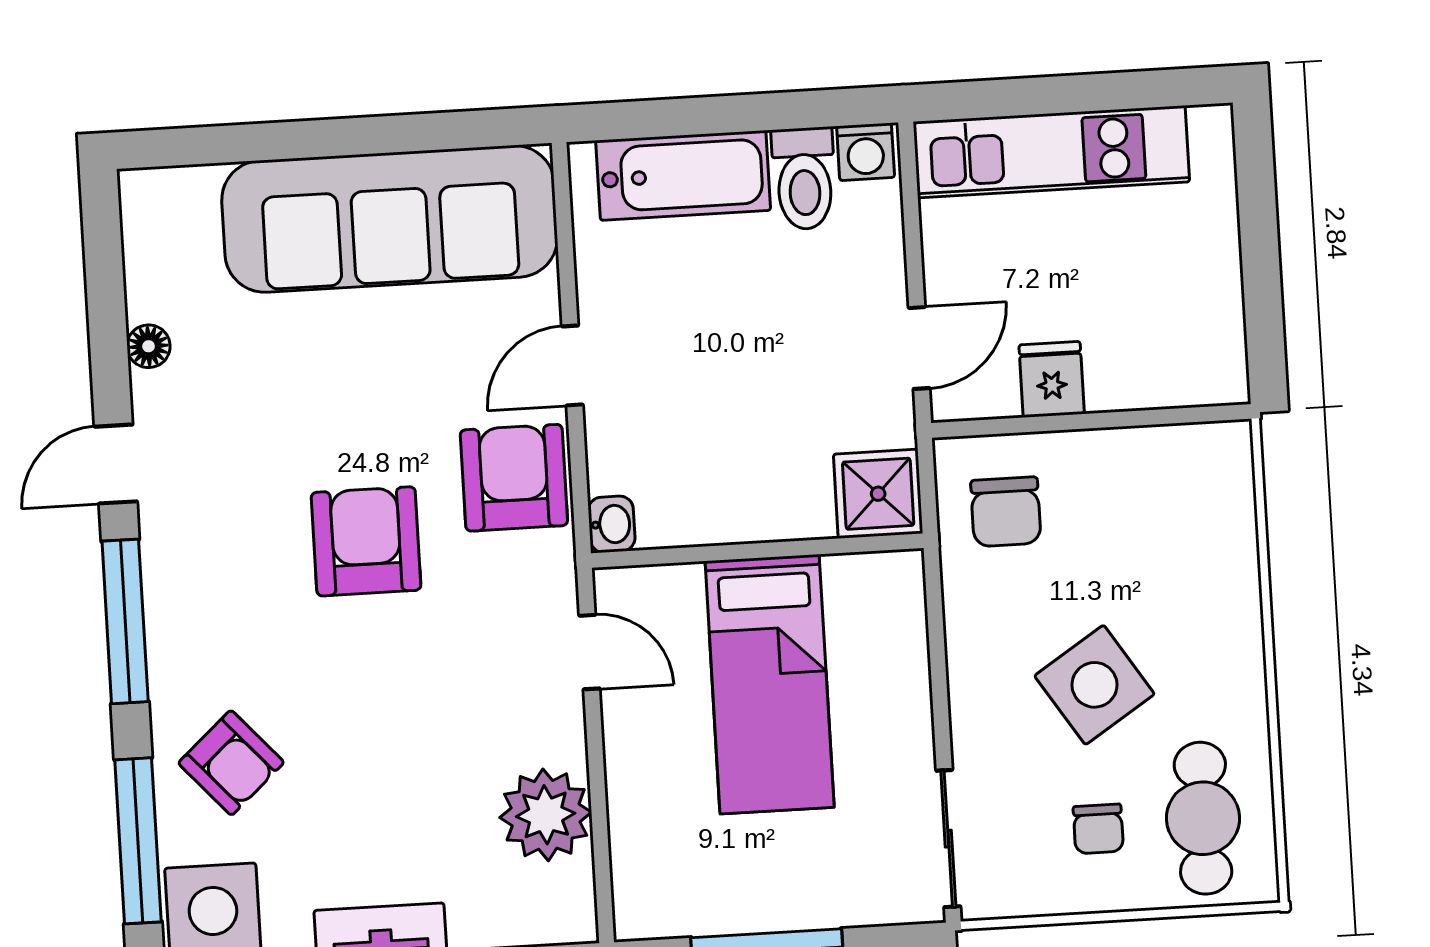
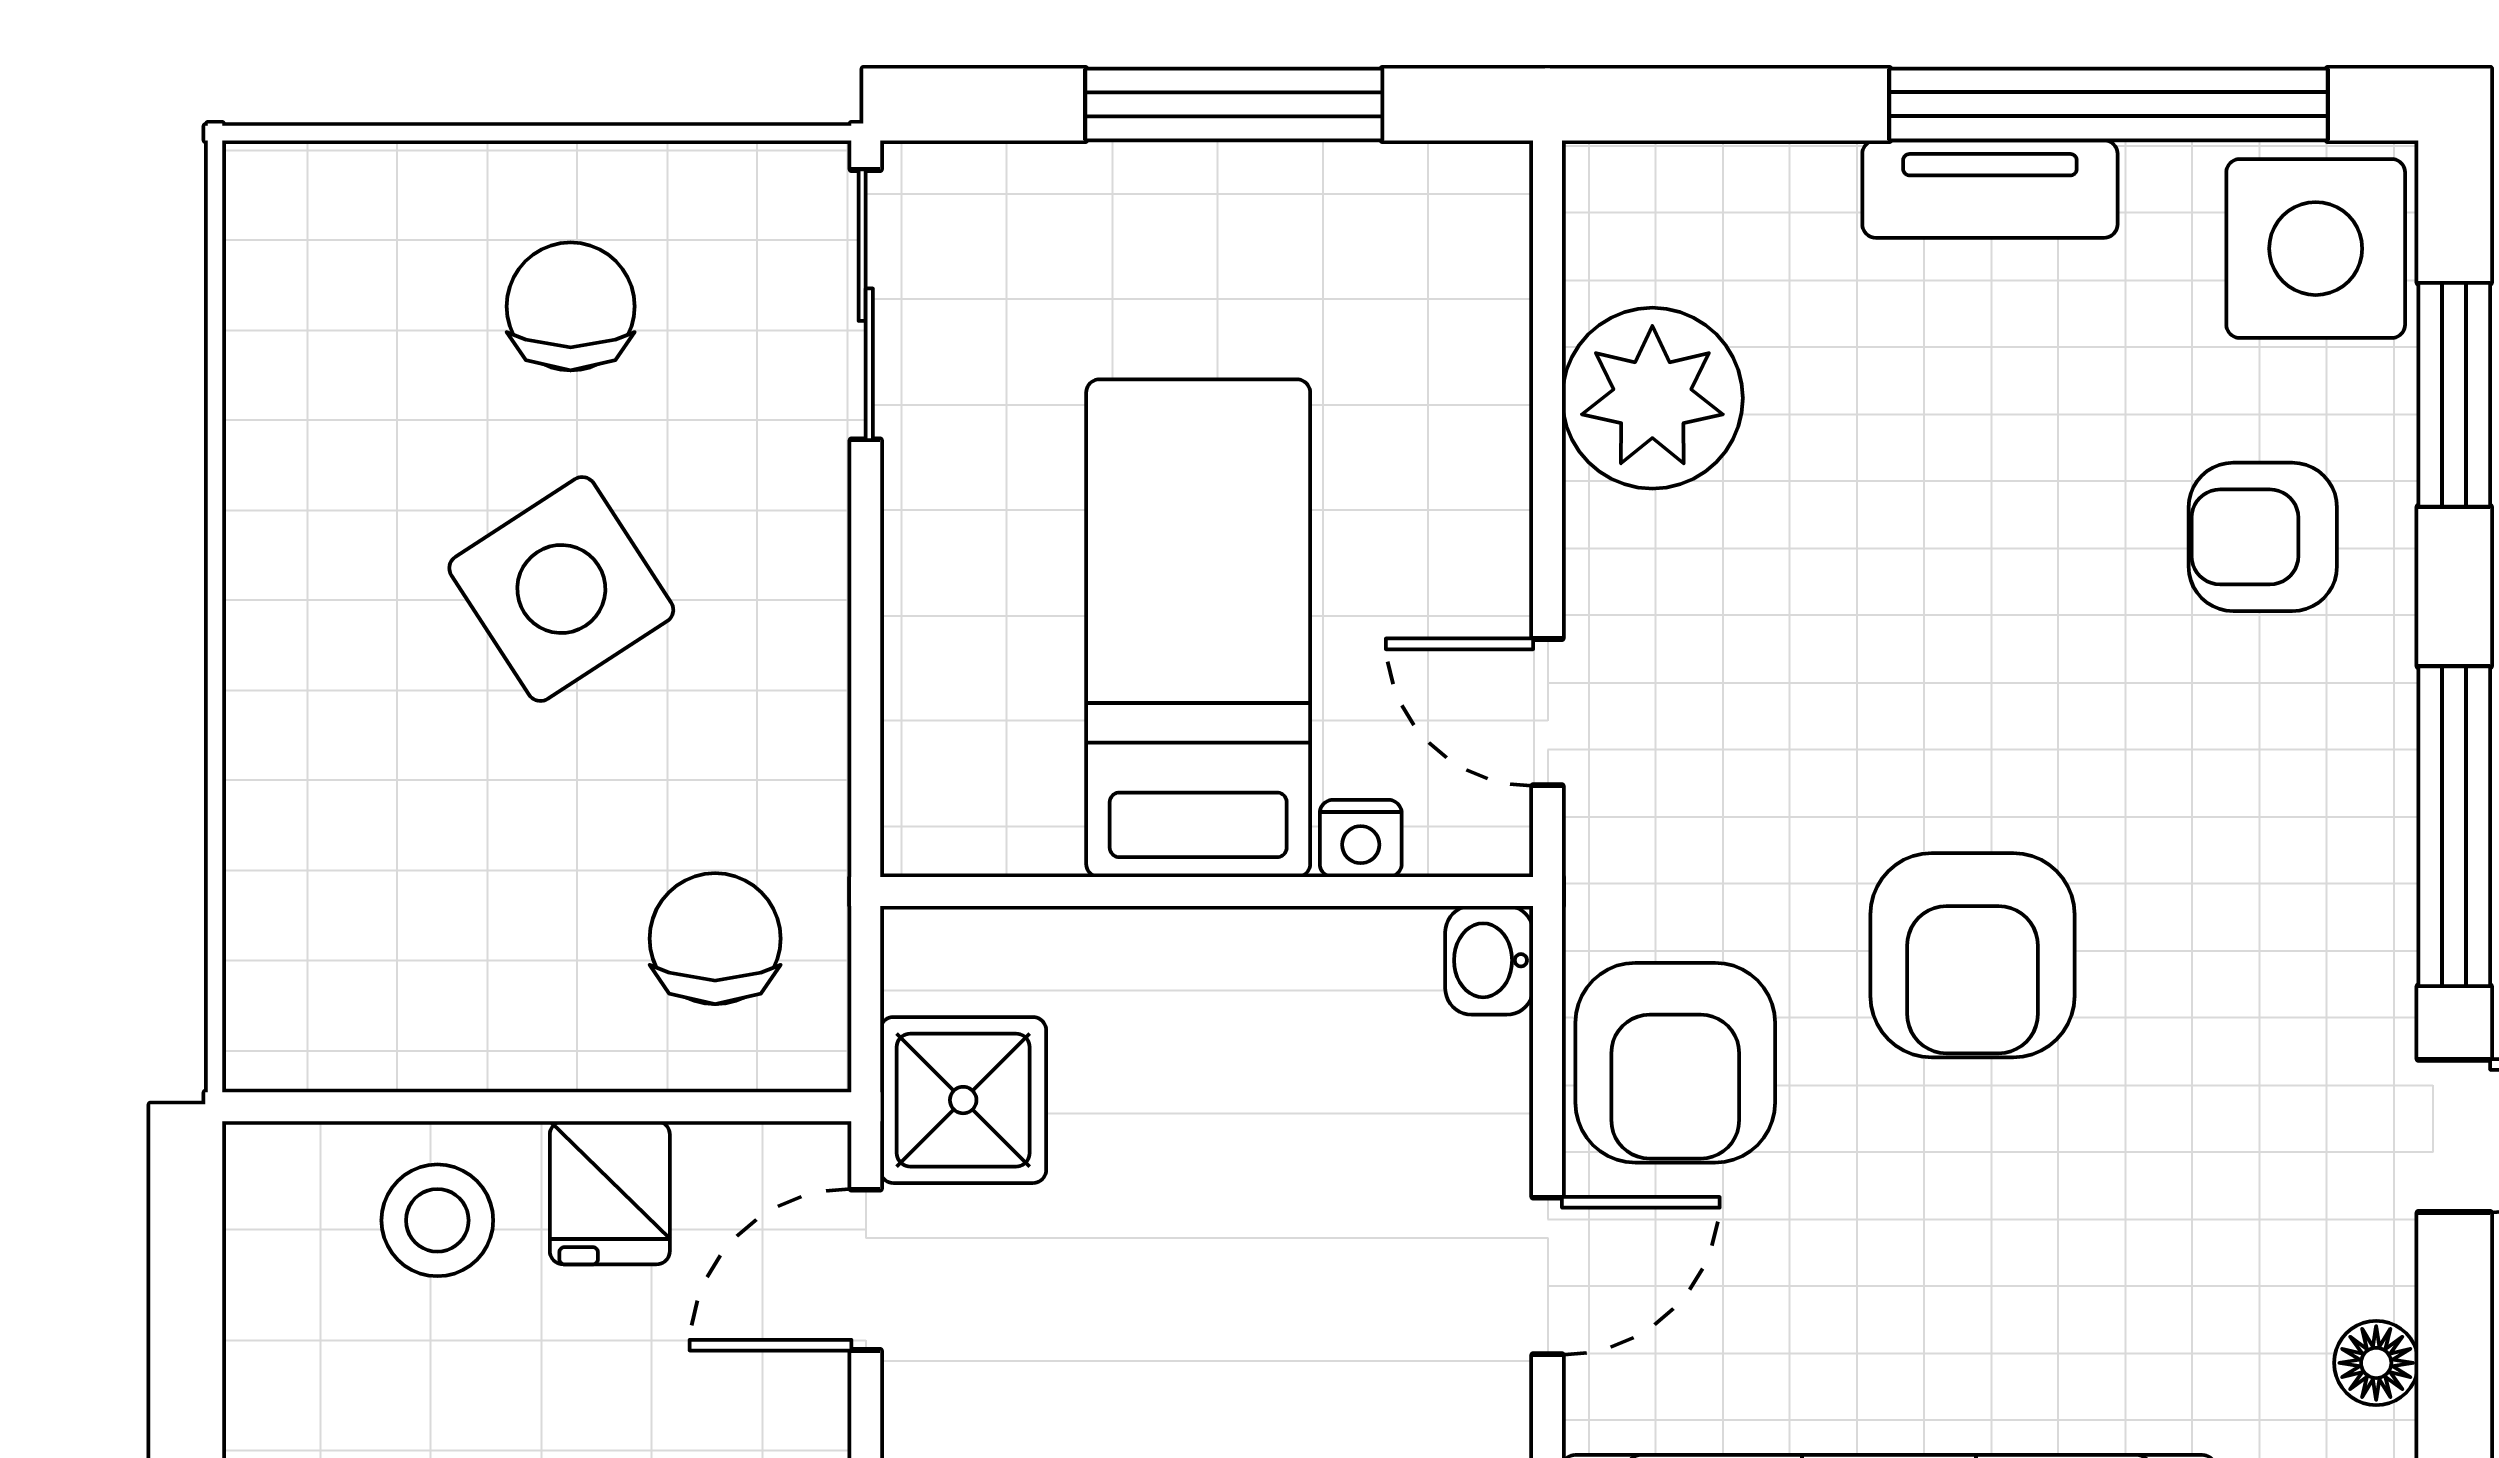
stool: (1138, 360) -> (437, 1220), added
shower: (878, 494) -> (963, 1100), moved
nightstand: (681, 582) -> (1361, 838), added
armchair: (231, 763) -> (2263, 537), turned -48
cafe table: (1203, 818) -> (364, 315), removed
chair: (1098, 829) -> (571, 306), width x1.37, depth x1.37
window: (138, 841) -> (2454, 395), width x0.69

